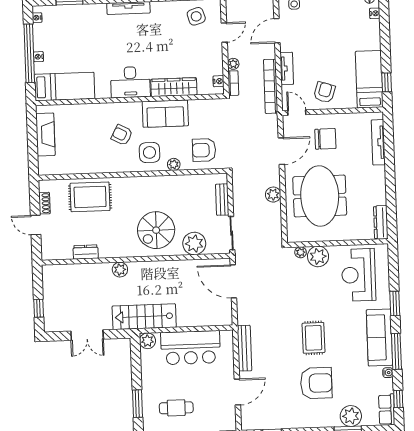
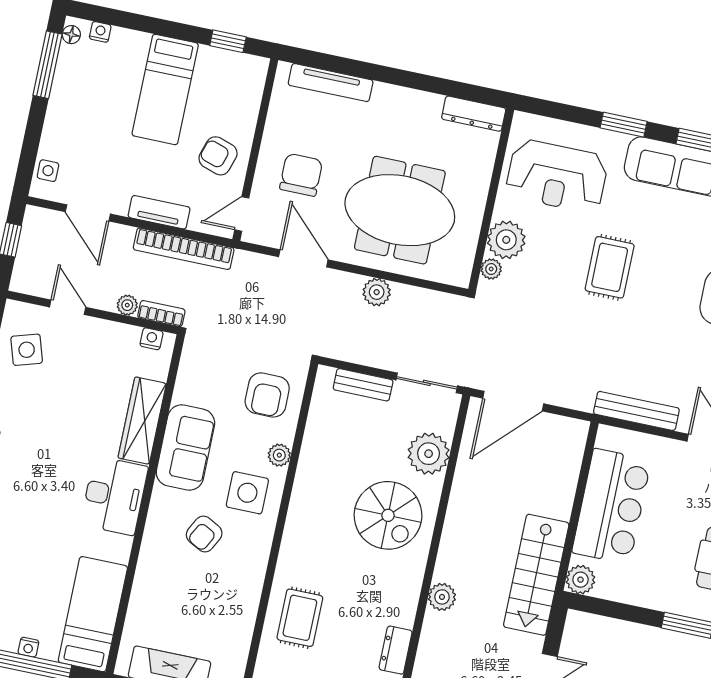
bed: (369, 79) -> (165, 89), moved, turned -90
rug: (90, 197) -> (300, 618), width x0.73, depth x0.70
rug: (314, 338) -> (610, 267), moved, turned 90

